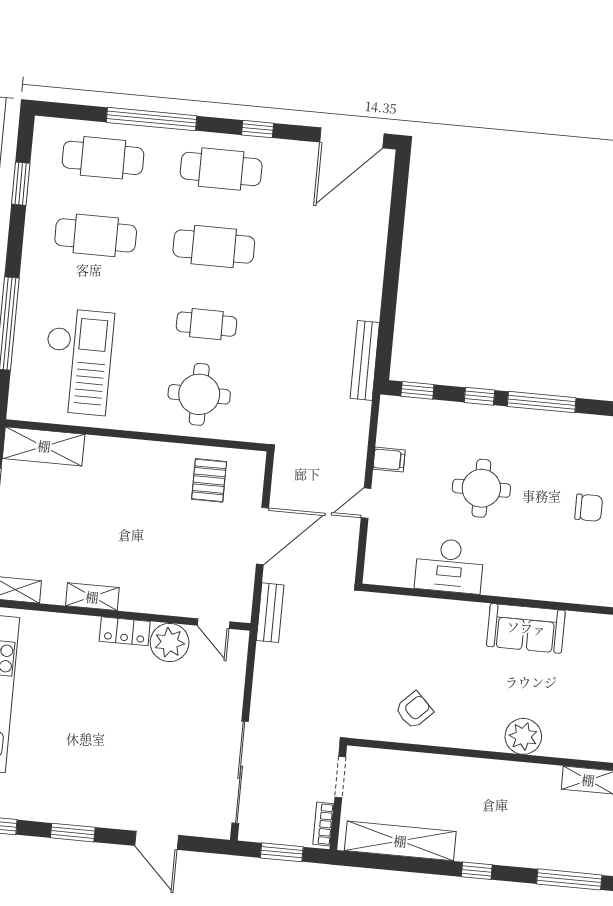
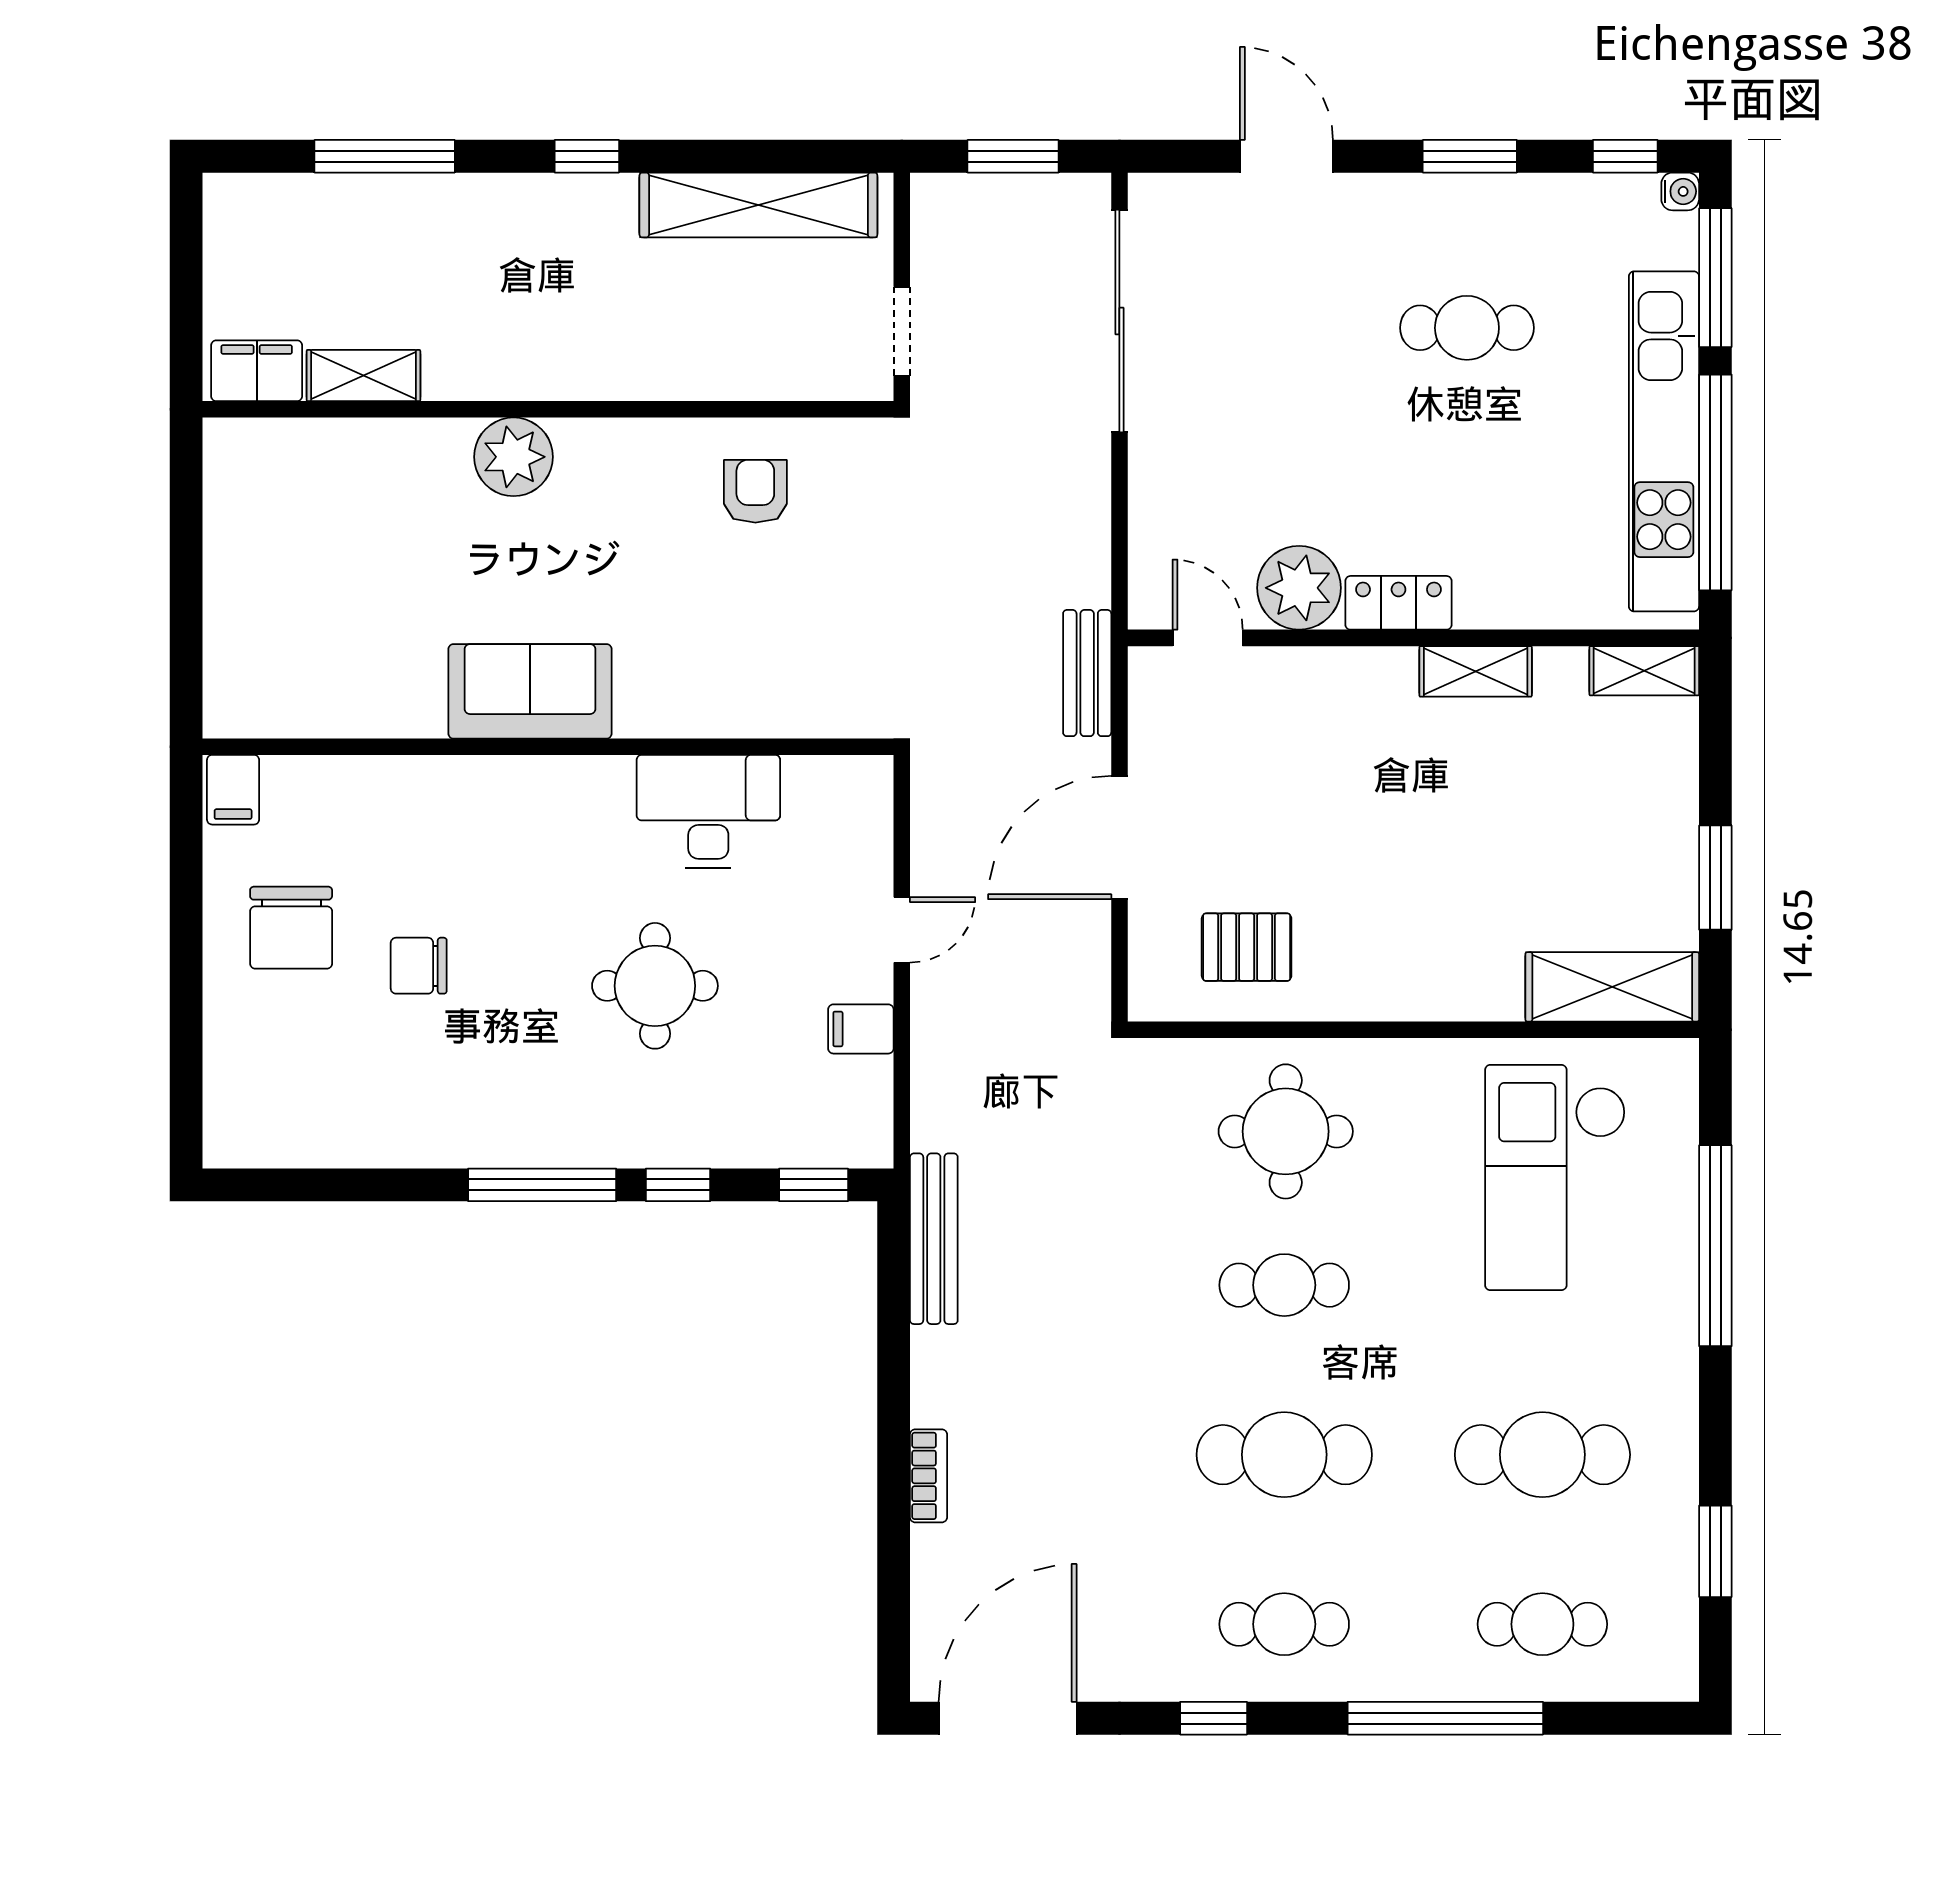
cafe table: (103, 158) -> (1542, 1624), width x0.73, depth x0.74
cafe table: (221, 169) -> (1284, 1624), width x0.73, depth x0.74
pallet: (209, 480) -> (1247, 947), turned 90
armchair: (414, 710) -> (755, 491), turned 135
cafe table: (81, 754) -> (1467, 328), added
bookcase: (323, 824) -> (928, 1476), moved

